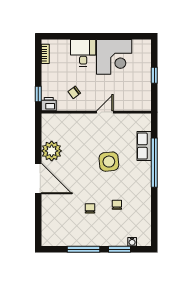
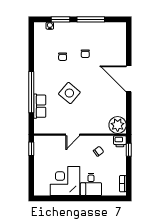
window: (154, 75) -> (31, 149), moved
plant: (52, 151) -> (118, 125), moved
side table: (109, 162) -> (69, 93), turned 45

